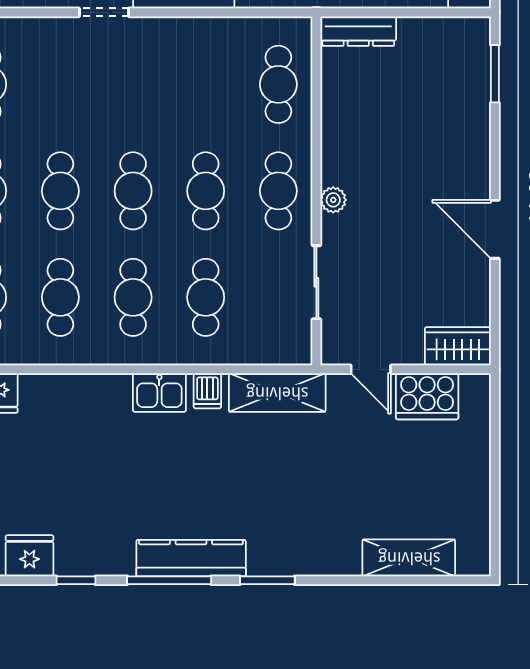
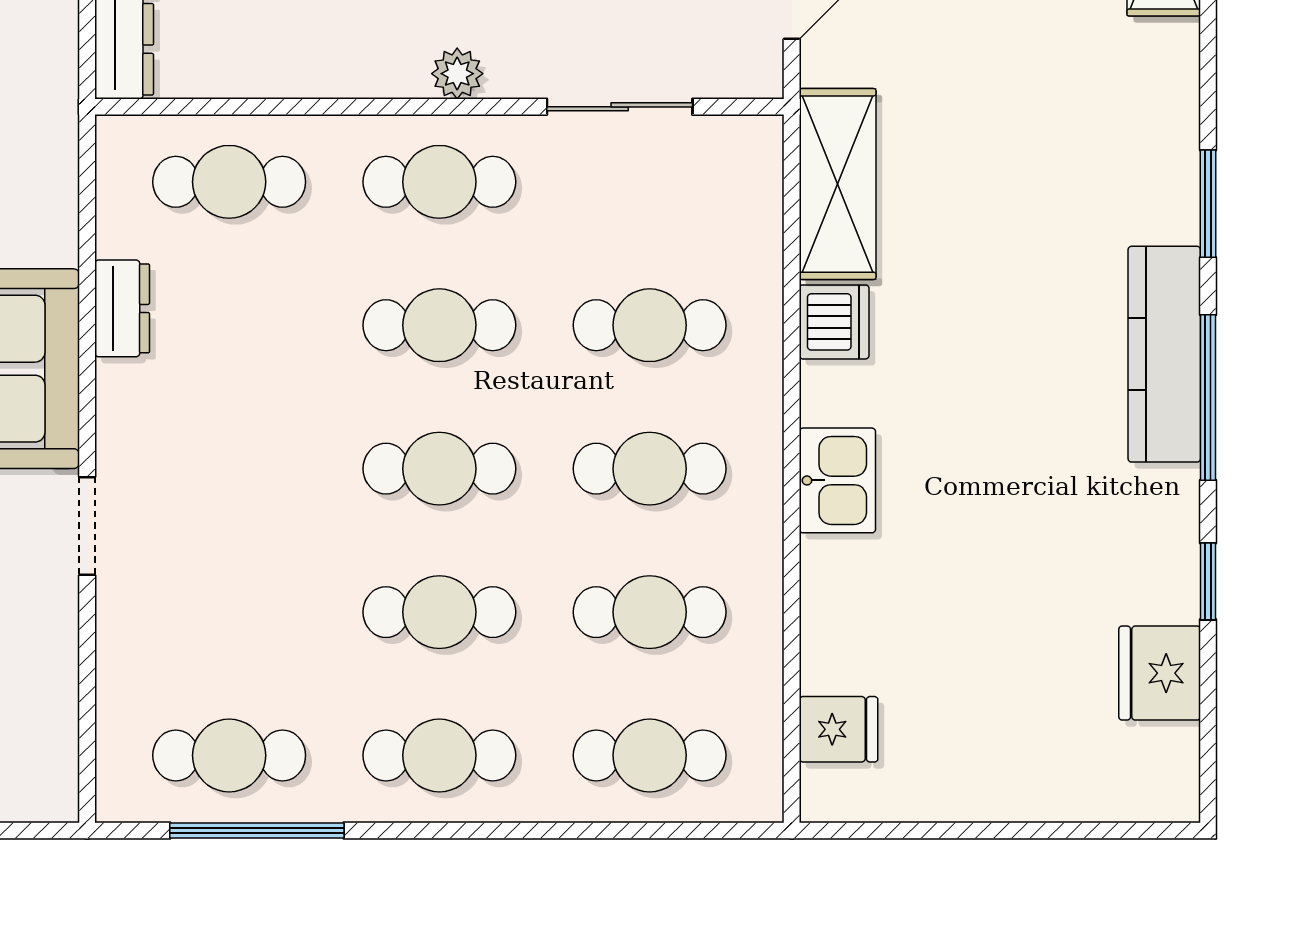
dresser: (214, 30) -> (122, 308), added
dishwasher: (207, 391) -> (834, 322), width x1.38
kitchen sink: (159, 393) -> (837, 480), moved

